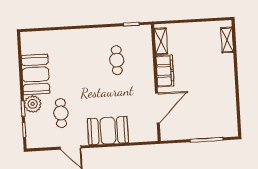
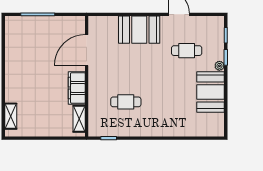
cafe table: (117, 60) -> (126, 102), turned 90
plant: (33, 104) -> (219, 66), width x0.53, depth x0.53
cafe table: (61, 113) -> (187, 51), turned 90

